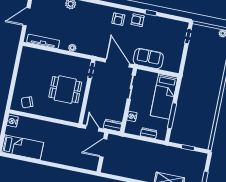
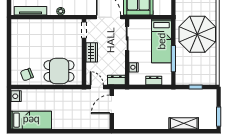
dining table: (65, 90) -> (59, 71), moved
wardrobe: (94, 94) -> (92, 52), added
parasol: (200, 97) -> (197, 34), added

